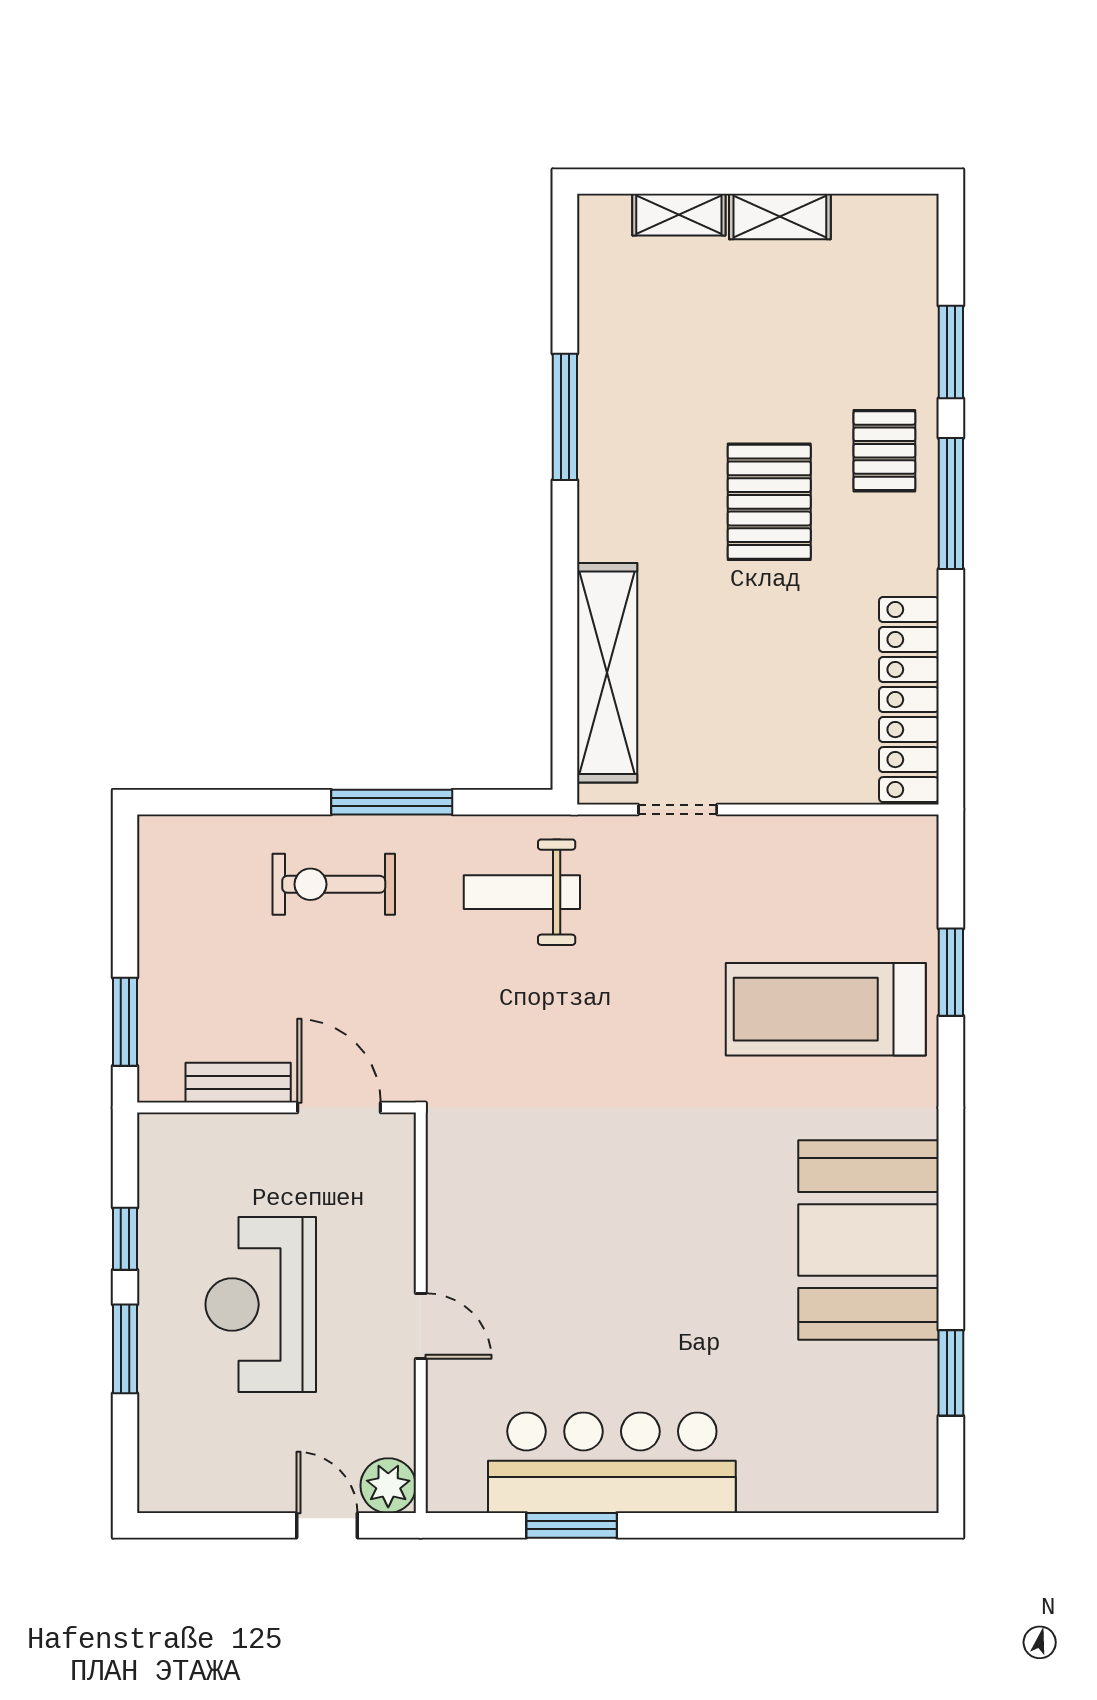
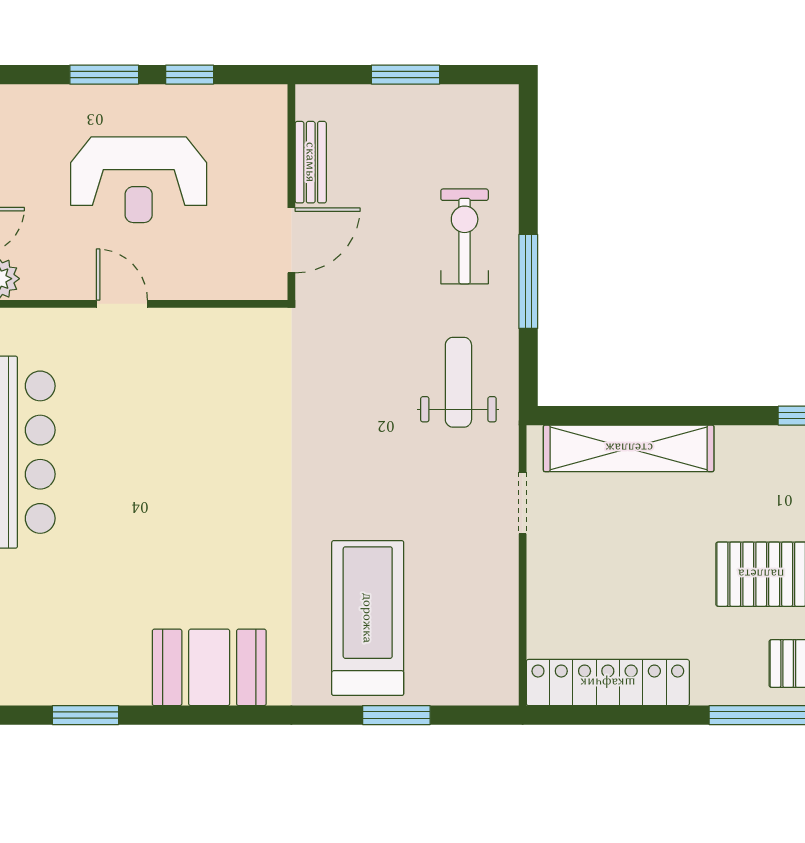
window: (125, 1022) -> (406, 75), moved
booth: (869, 1240) -> (209, 667), width x0.73, depth x0.70
reception desk: (261, 1304) -> (139, 180), turned 180
door: (421, 1326) -> (122, 304), swing flipped

